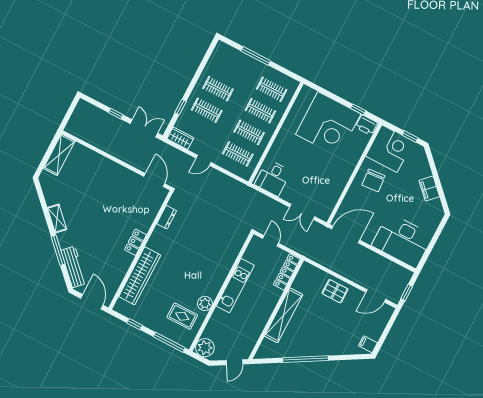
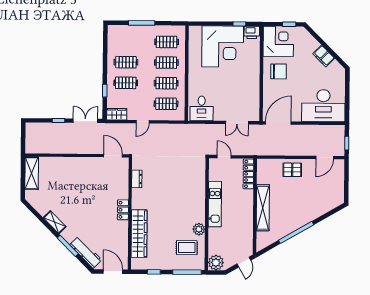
chair: (373, 180) -> (278, 71), turned -85
filing cabinet: (368, 344) -> (338, 197), removed

